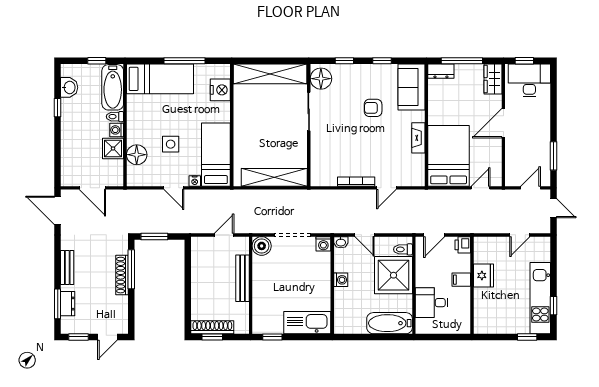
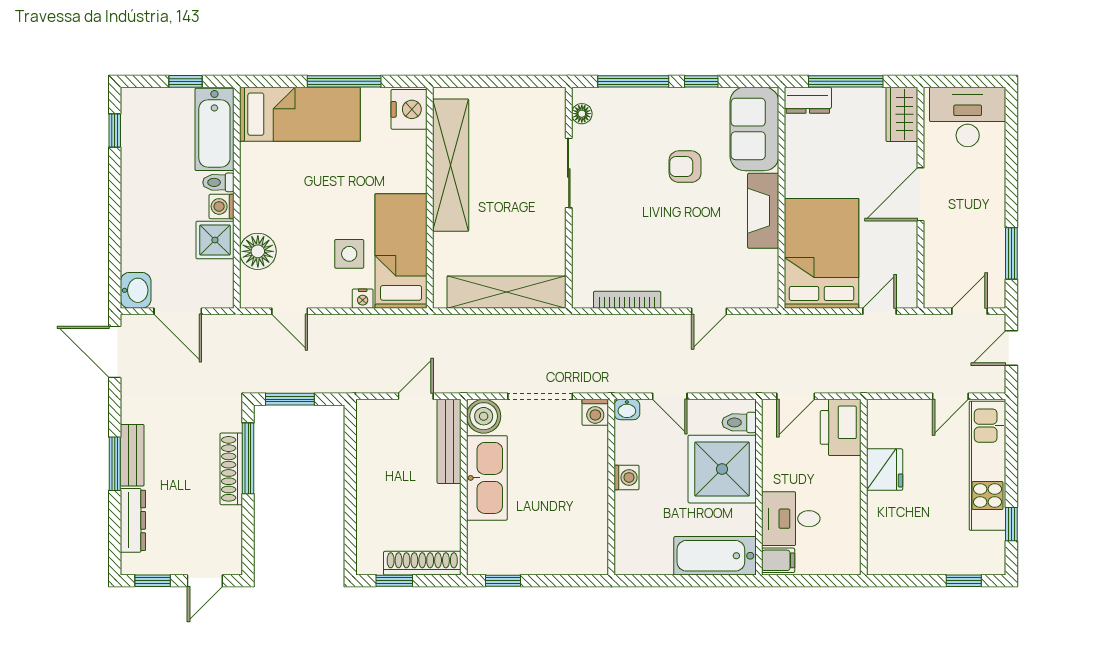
window: (344, 61) -> (633, 81), width x2.17
window: (524, 61) -> (959, 81), removed
shelving: (270, 74) -> (451, 165), moved, turned 90
floor lamp: (321, 79) -> (582, 114), width x0.53, depth x0.53
washbasin: (69, 87) -> (136, 290), moved
nightstand: (220, 90) -> (409, 109), moved
window: (58, 108) -> (115, 130), moved
fireplace: (418, 138) -> (763, 211), width x1.37, depth x1.32
side table: (171, 144) -> (349, 254), moved
bookcase: (356, 182) -> (627, 300), moved
door: (174, 188) -> (290, 311), moved
door: (554, 208) -> (1011, 348), swing flipped
printer: (463, 245) -> (841, 427), width x1.87, depth x1.48
bench: (243, 278) -> (449, 441), moved
filing cabinet: (461, 280) -> (778, 560), moved, turned 180
kitchen unit: (540, 298) -> (987, 466), moved
window: (58, 304) -> (115, 464), moved
dresser: (68, 304) -> (133, 520), width x1.44
kitchen sink: (307, 323) -> (487, 478), moved, turned 90
shoe rack: (212, 327) -> (422, 563), moved

